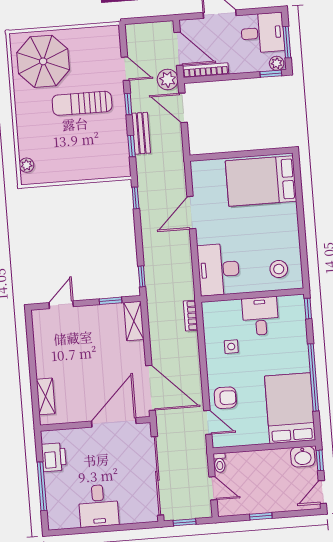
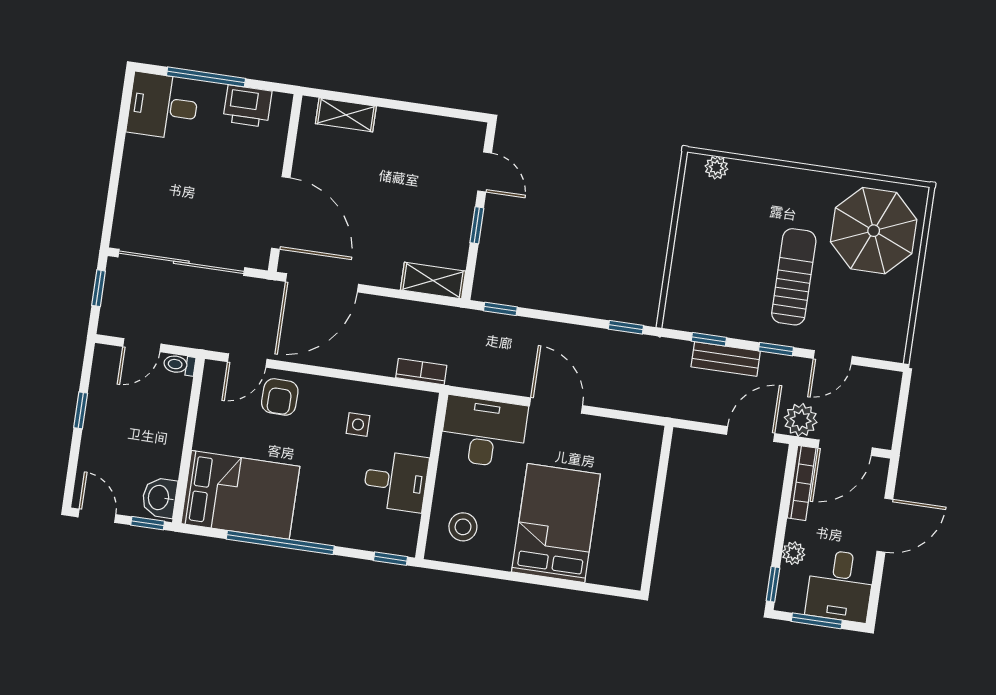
plant: (277, 63) -> (794, 553), moved
bed: (261, 181) -> (556, 523), moved
door: (191, 213) -> (556, 406), moved
window: (111, 301) -> (477, 225), moved
desk: (98, 506) -> (163, 106), moved

